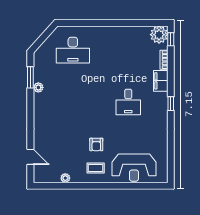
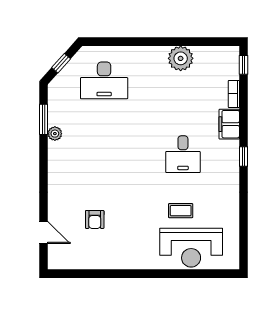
plant: (159, 35) -> (181, 58), moved
window: (43, 38) -> (61, 63), added
armchair: (96, 144) -> (95, 219), moved
coffee table: (96, 168) -> (181, 211), moved
plant: (65, 178) -> (93, 263), removed

